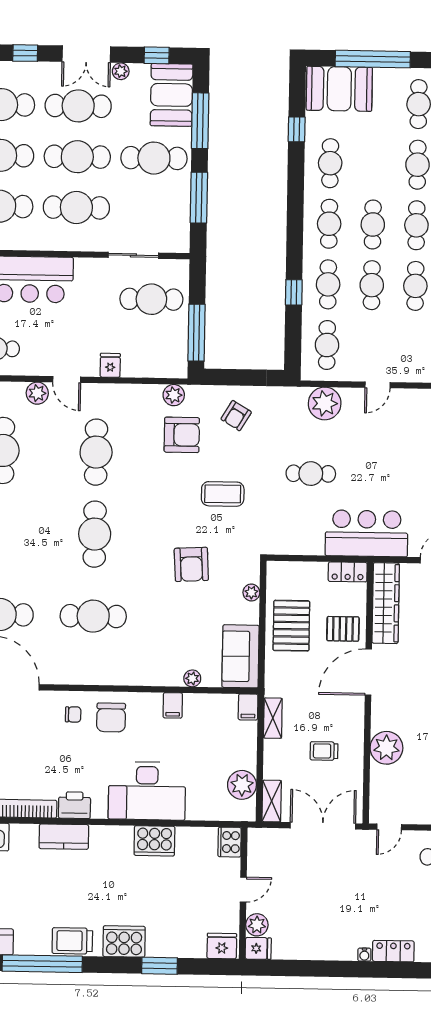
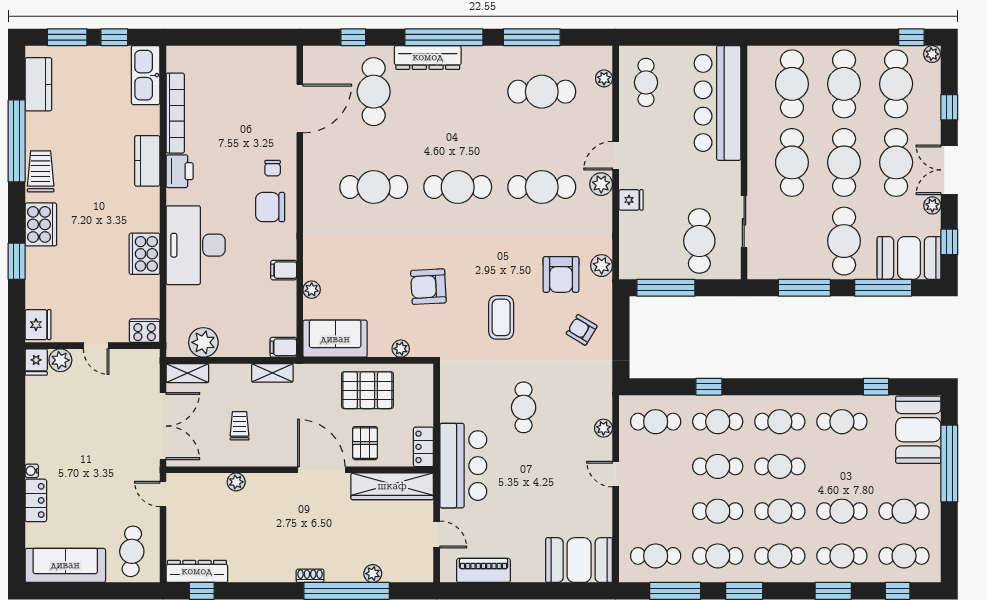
plant: (37, 393) -> (601, 184), moved
plant: (325, 403) -> (603, 428), width x0.53, depth x0.53
cafe table: (93, 616) -> (374, 187), turned 90
plant: (386, 748) -> (236, 482), width x0.53, depth x0.53

